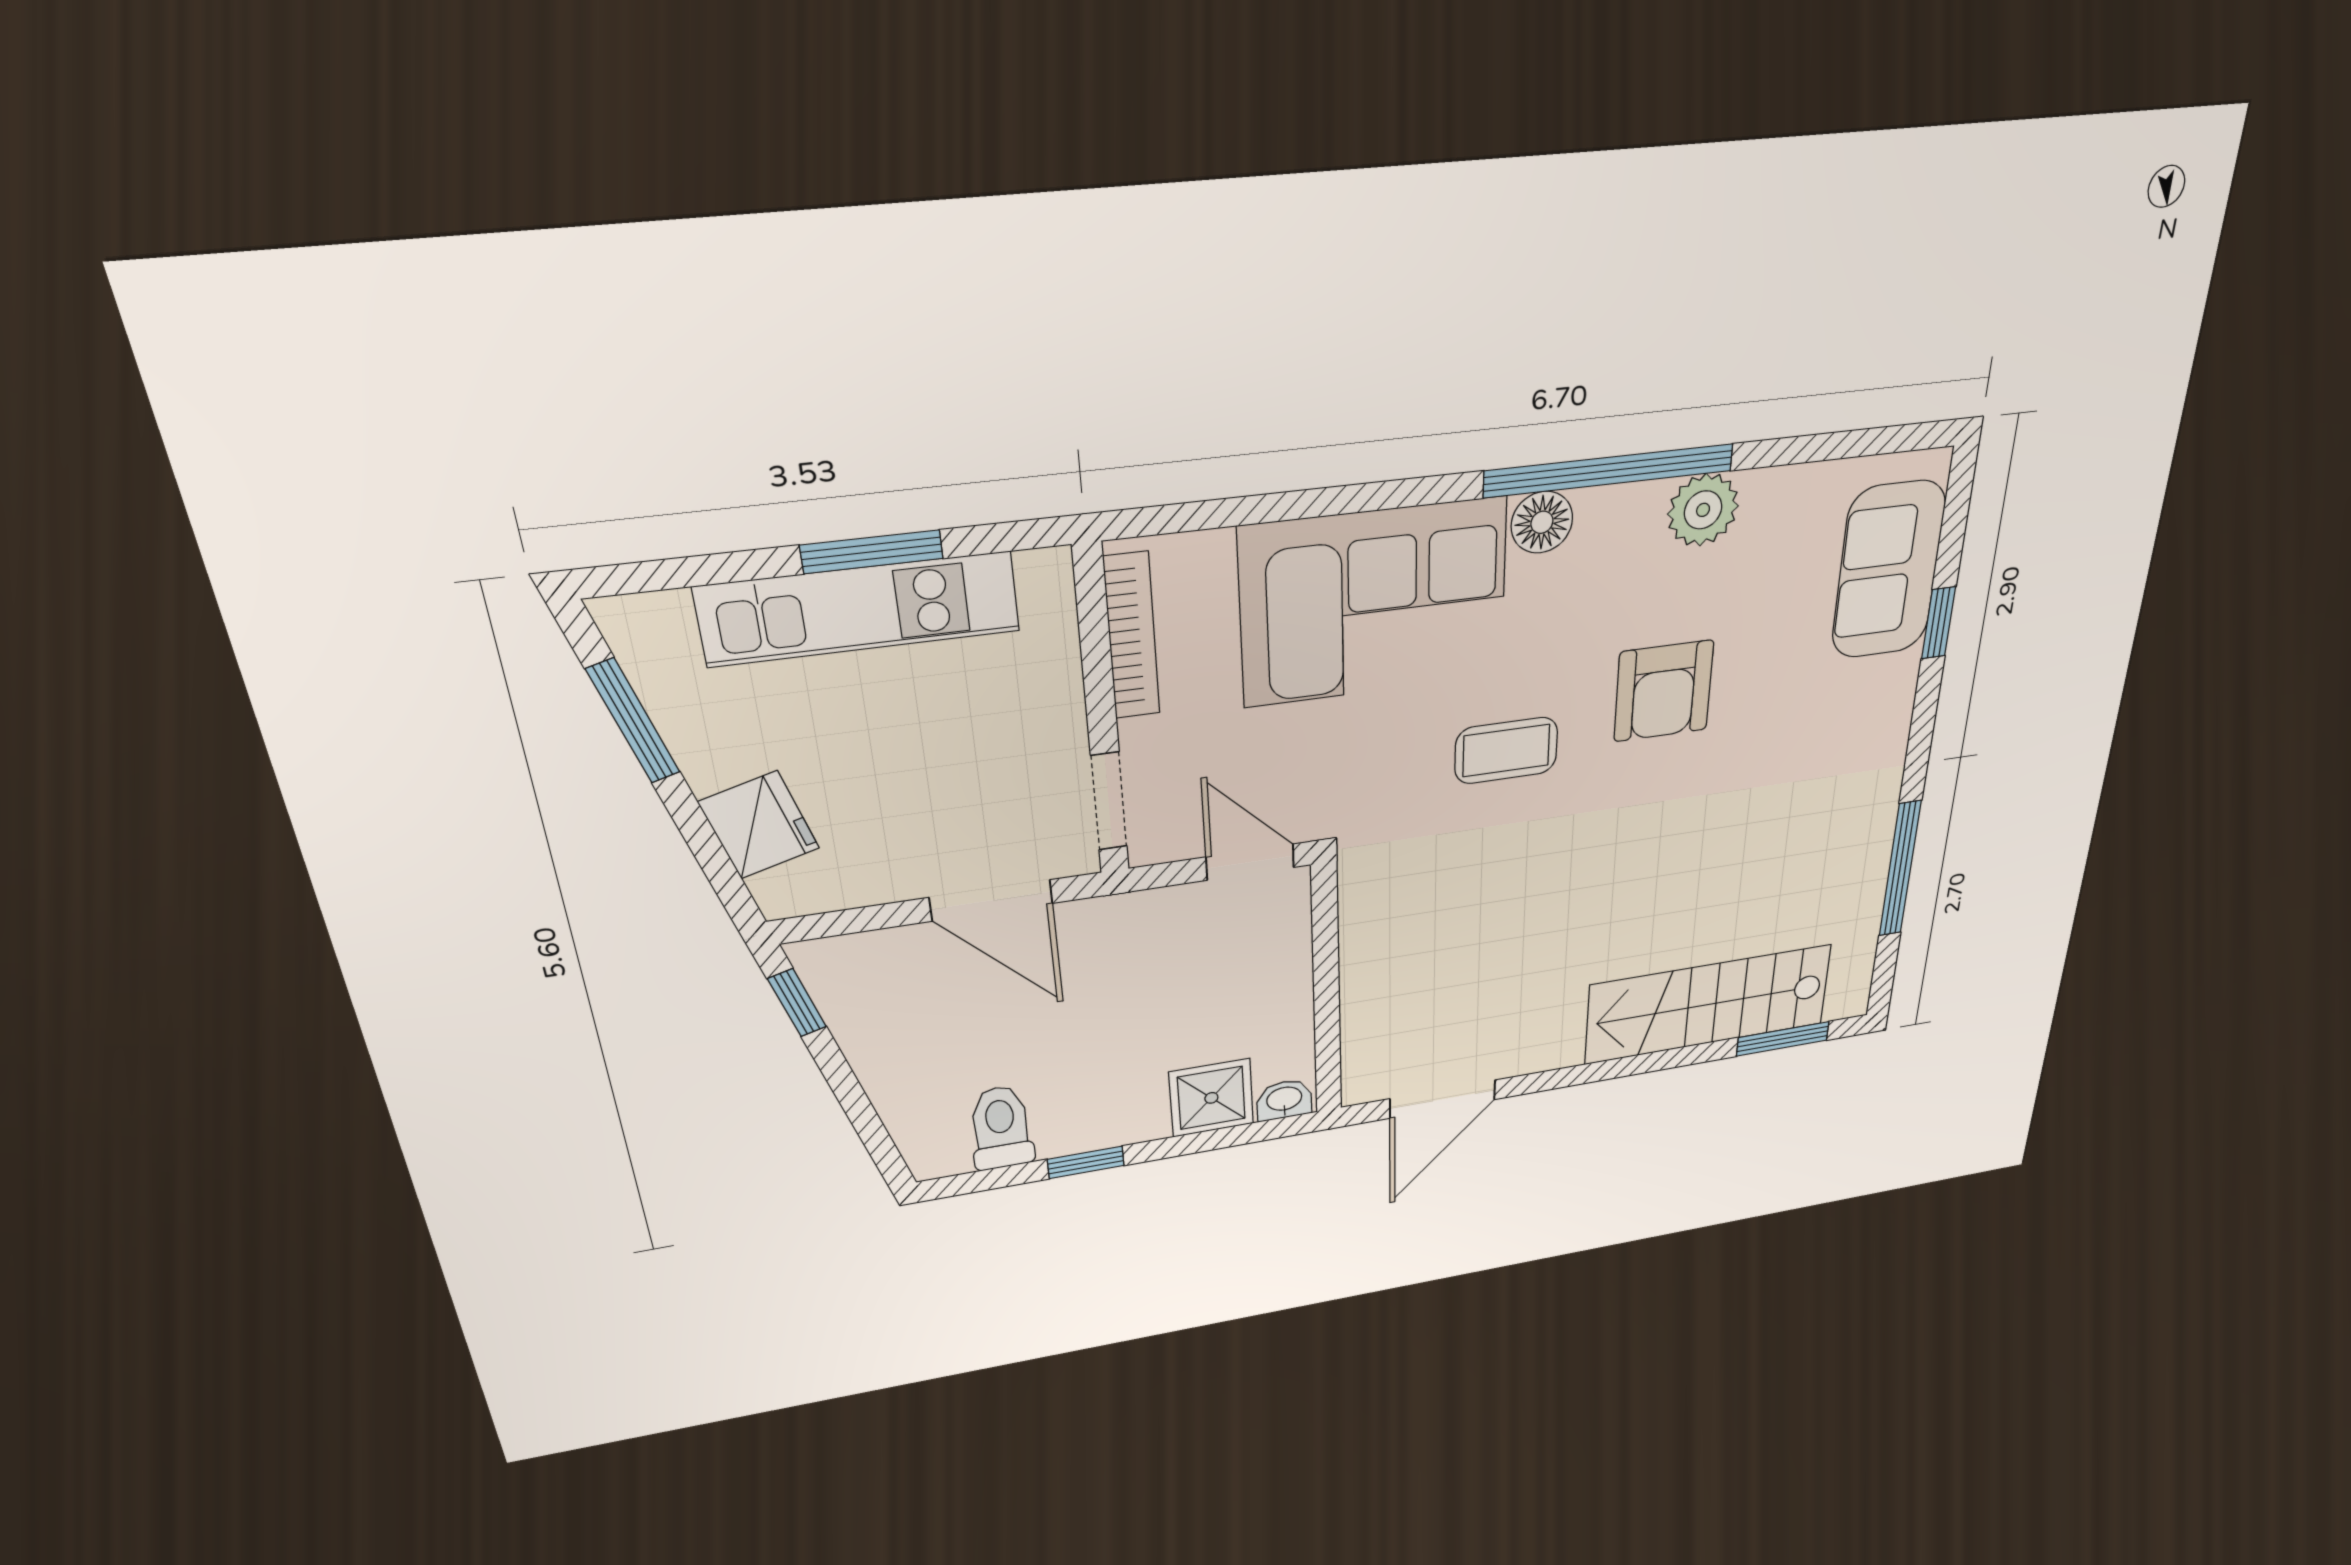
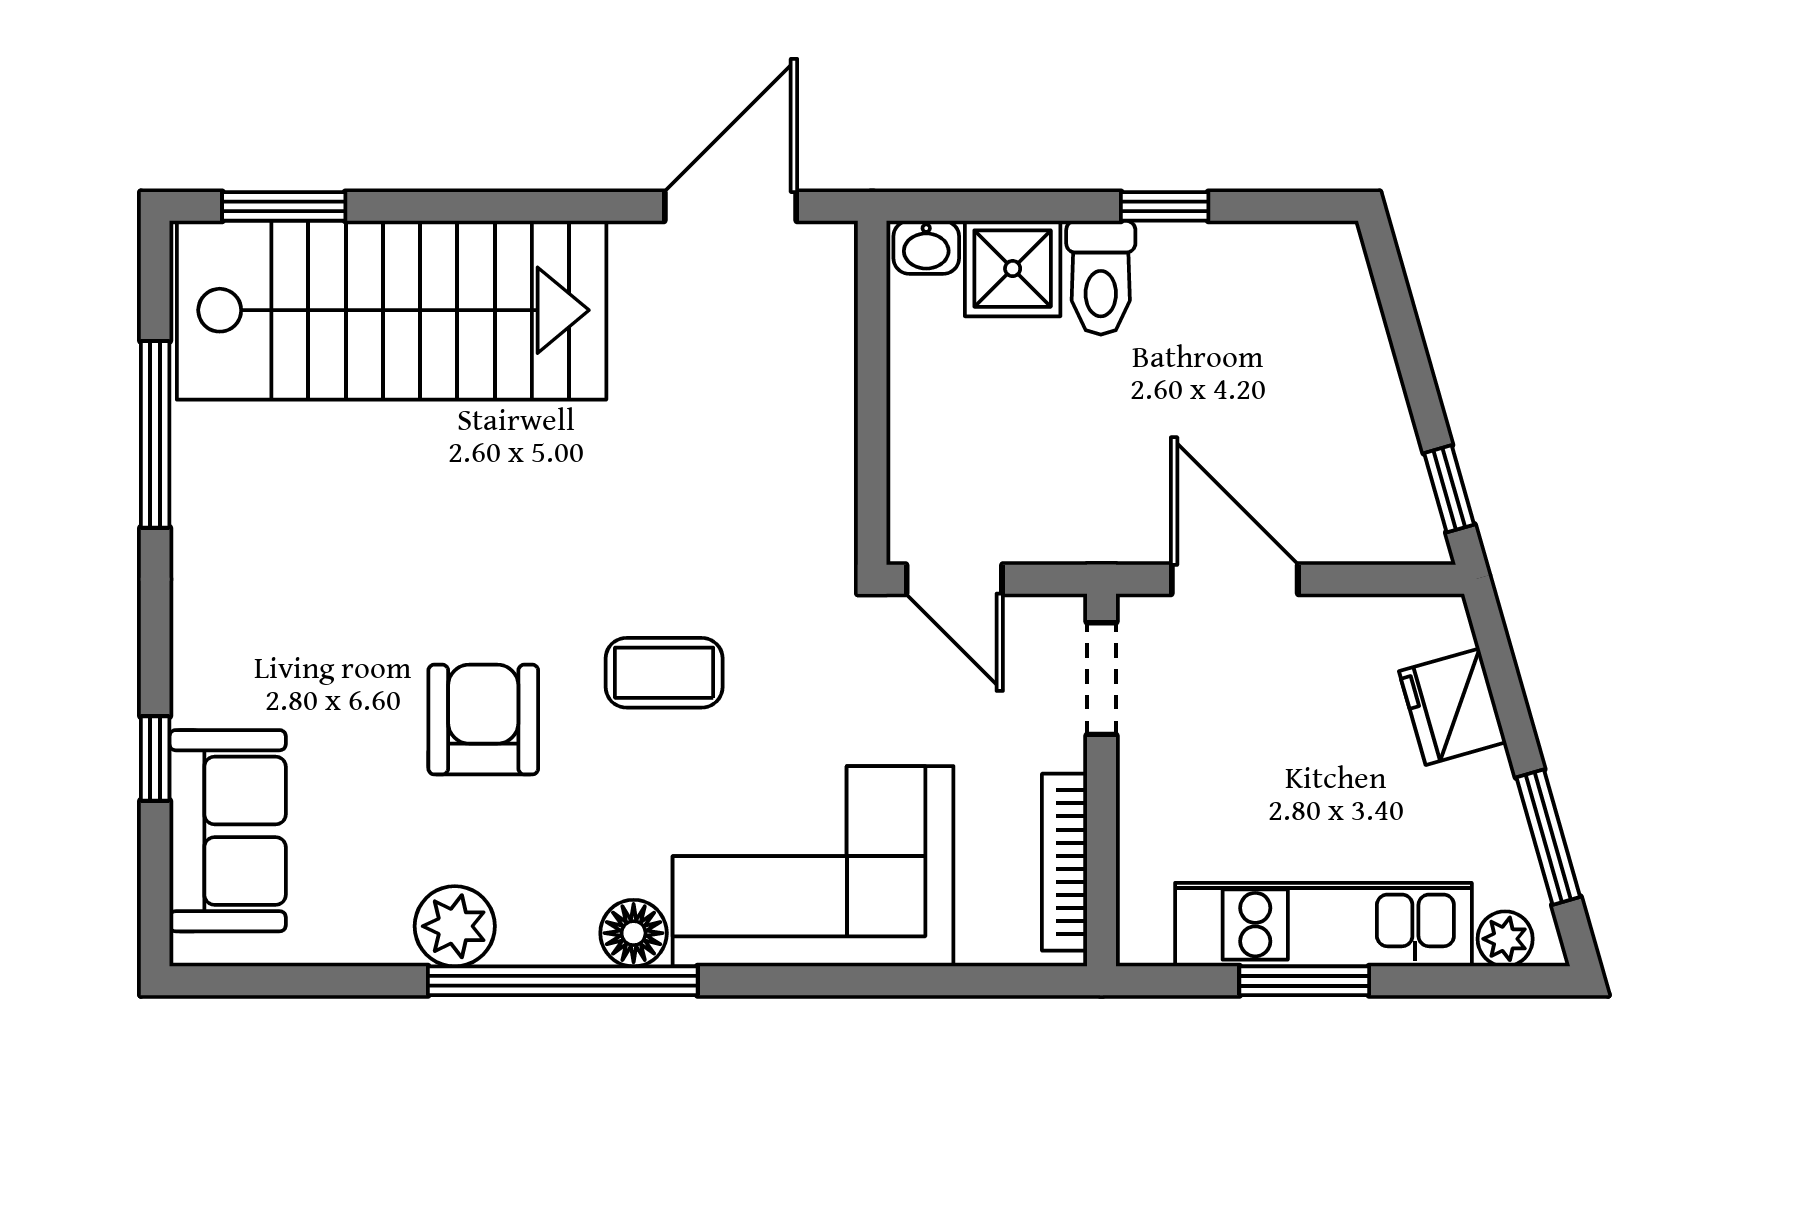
plant: (659, 618) -> (1505, 939), added
stairs: (1708, 1005) -> (392, 310), width x1.36, depth x1.51
toilet: (1001, 1128) -> (1101, 278), moved

